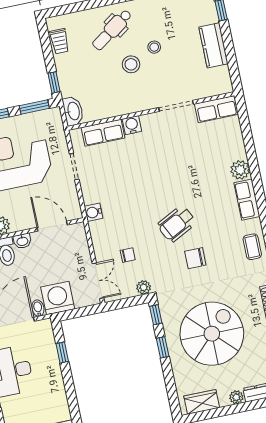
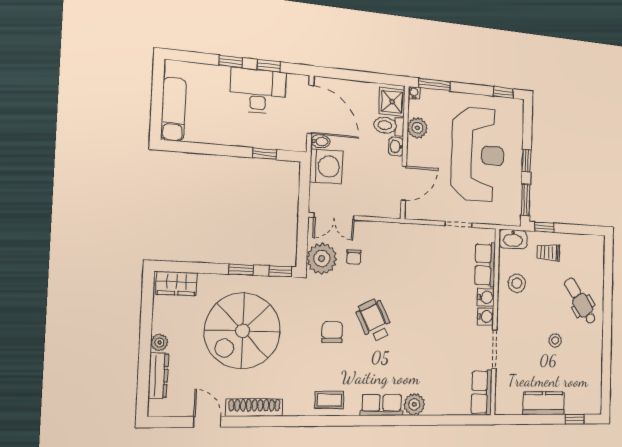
trolley: (59, 41) -> (548, 253), moved
stool: (131, 64) -> (517, 283), moved
water cooler: (93, 212) -> (486, 316), moved, turned 90
plant: (144, 287) -> (322, 259), width x1.87, depth x1.87
spiral stairs: (212, 334) -> (243, 331), turned 90
wardrobe: (202, 402) -> (177, 283), moved, turned 90

